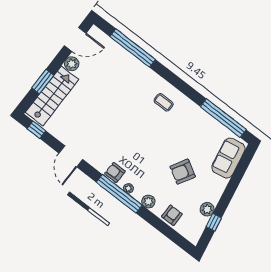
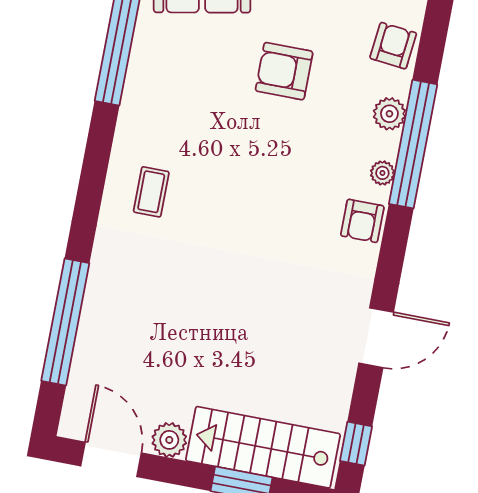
armchair: (183, 172) -> (284, 71), turned 150
window: (119, 194) -> (413, 144), moved
armchair: (172, 215) -> (393, 46), turned 96

